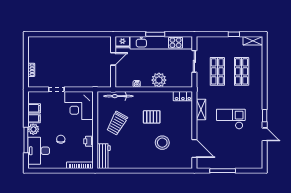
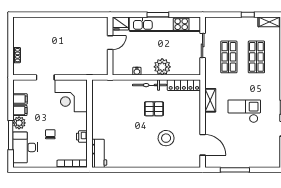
bicycle: (118, 96) -> (150, 85), moved
locker: (183, 96) -> (184, 85), width x1.53
trolley: (117, 123) -> (114, 116), removed

